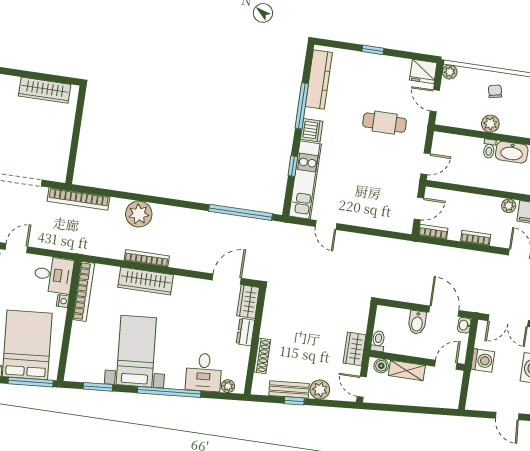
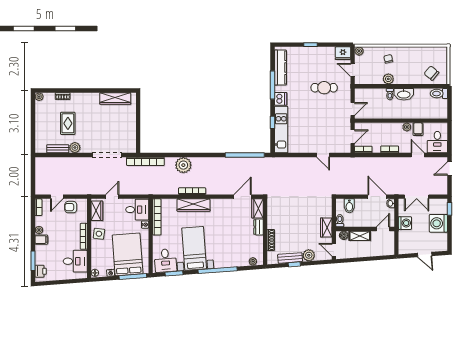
door: (326, 225) -> (323, 155), moved
bidet: (417, 322) -> (349, 206), moved
desk: (204, 372) -> (165, 261), moved

